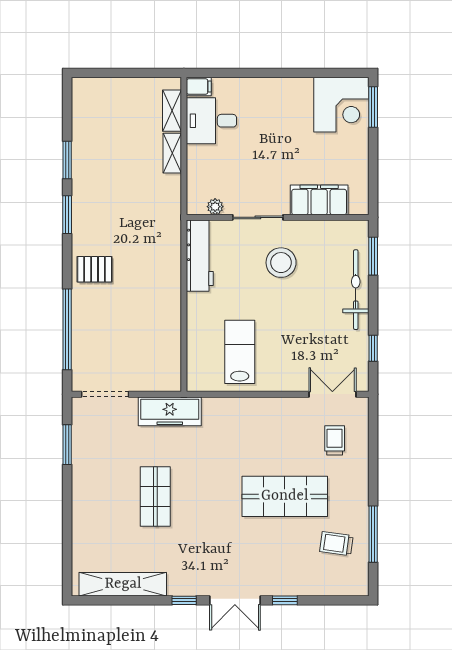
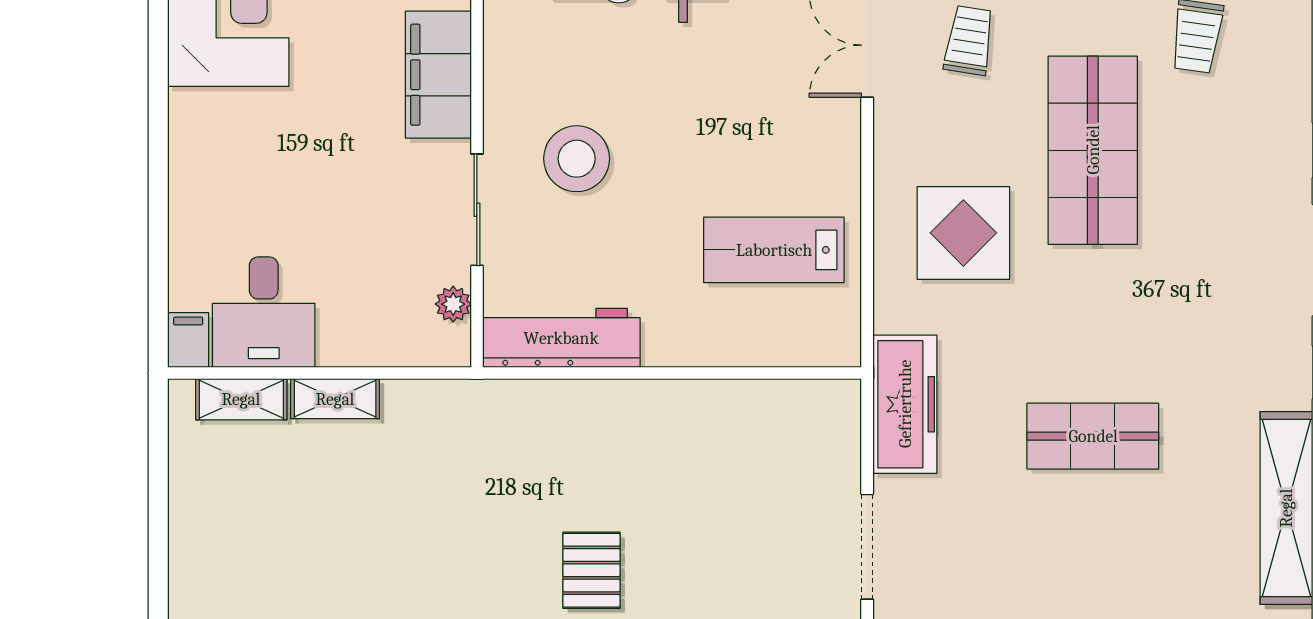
display table: (247, 438) -> (963, 233), added
trolley: (335, 440) -> (969, 40), turned 99

